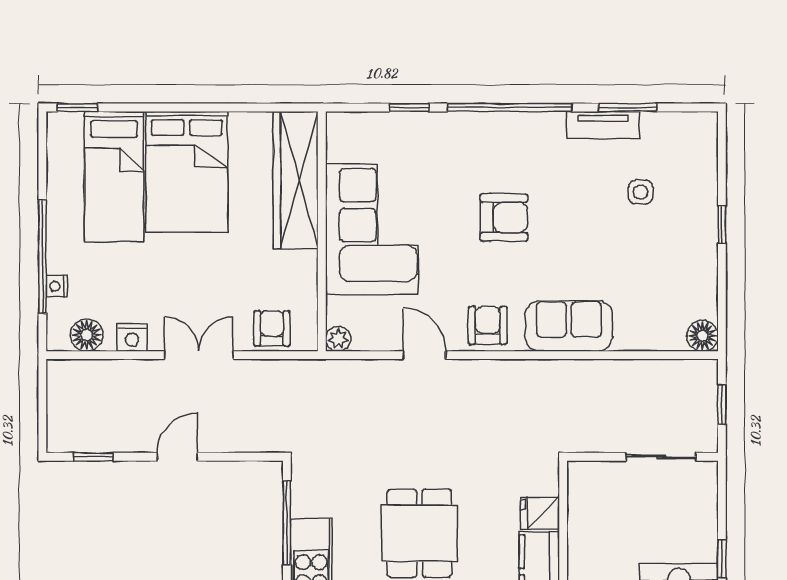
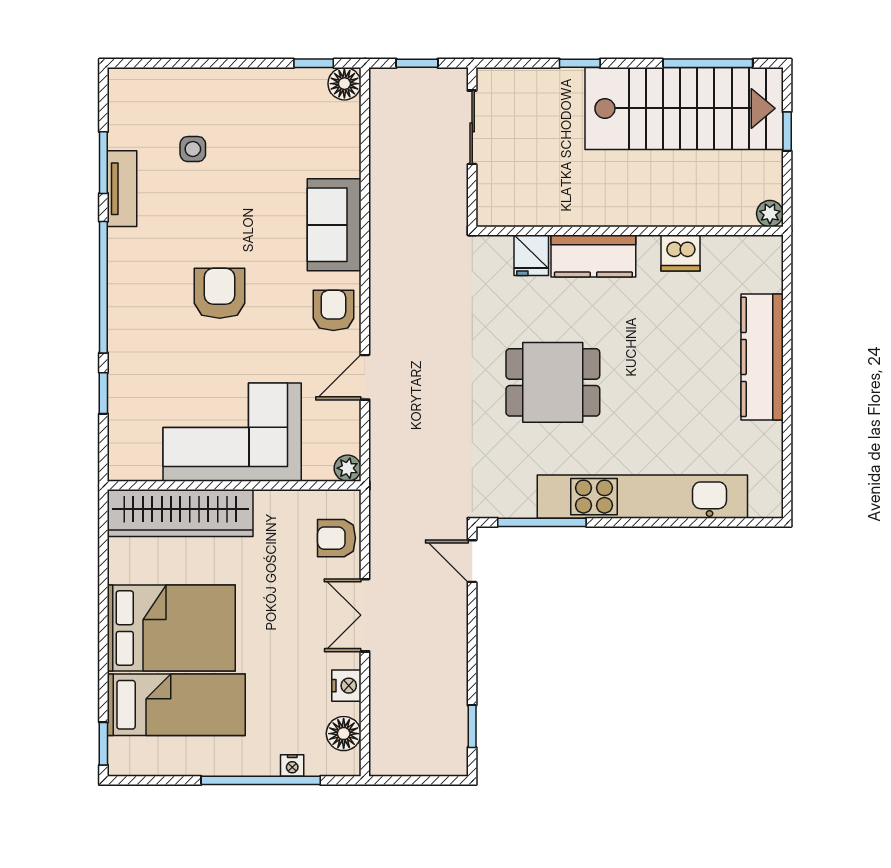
window: (722, 225) -> (314, 63), moved
armchair: (488, 325) -> (333, 310), turned 90
door: (177, 457) -> (472, 561), moved

